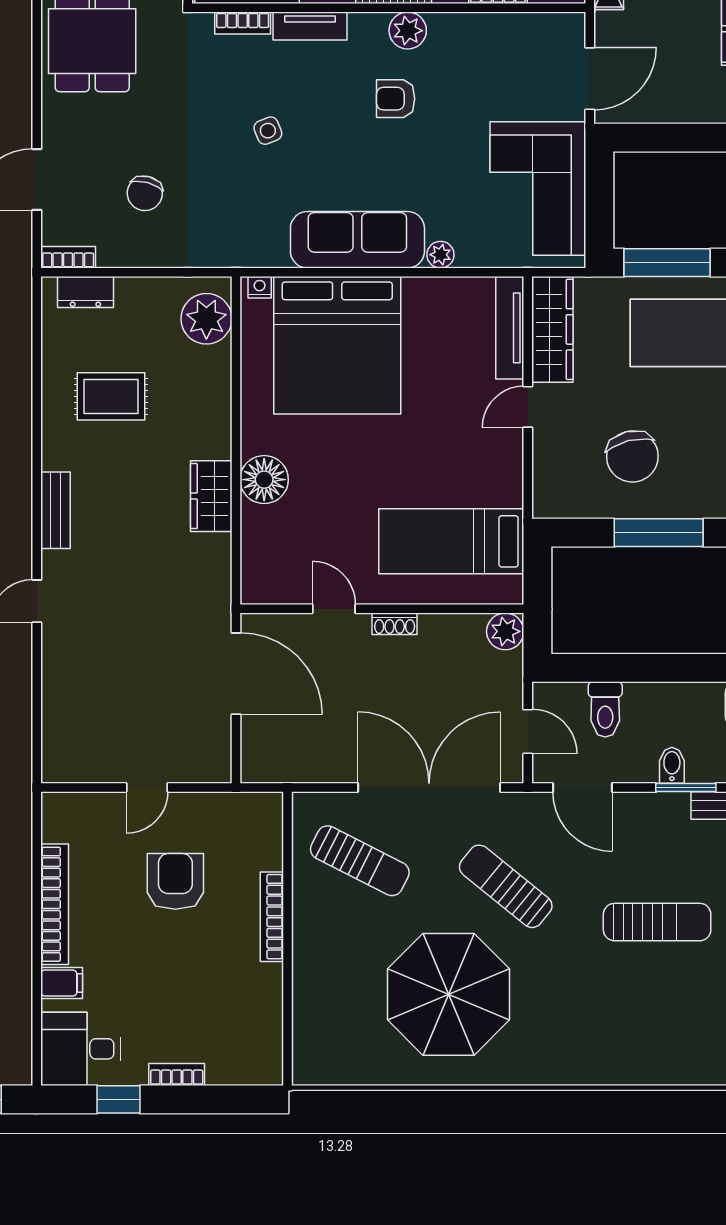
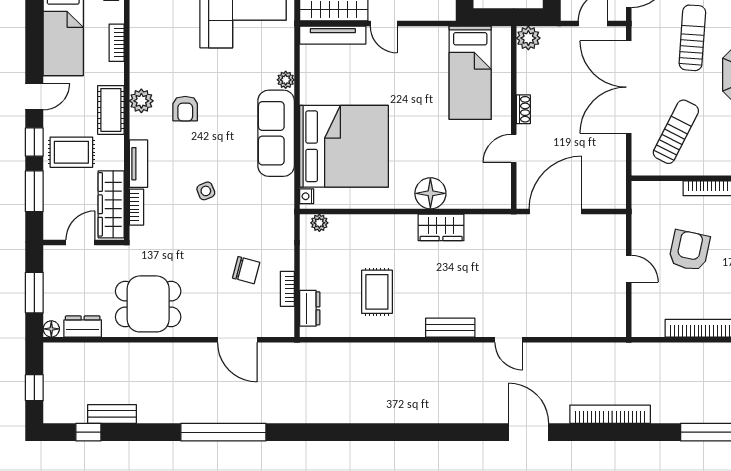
bookcase: (68, 257) -> (287, 289), moved
plant: (206, 319) -> (319, 223), width x0.53, depth x0.53
armchair: (175, 881) -> (689, 250), turned 102
sun lounger: (506, 886) -> (692, 38), turned 145

